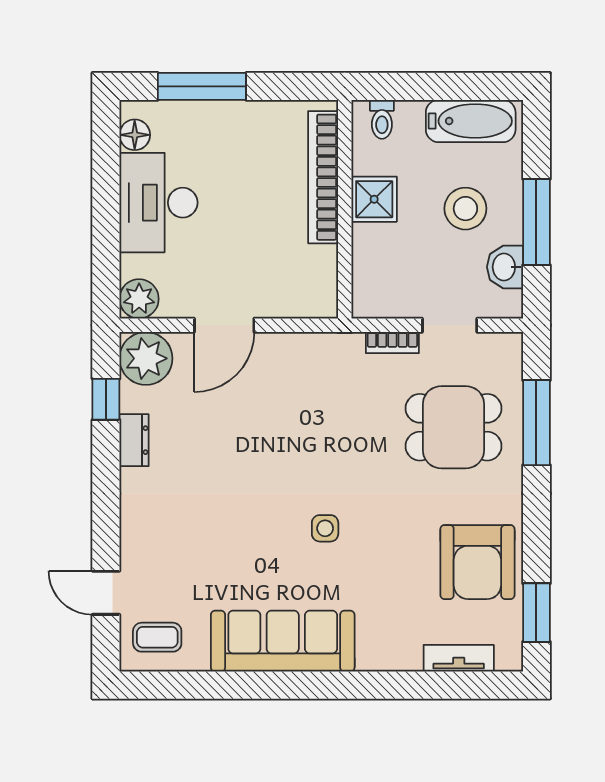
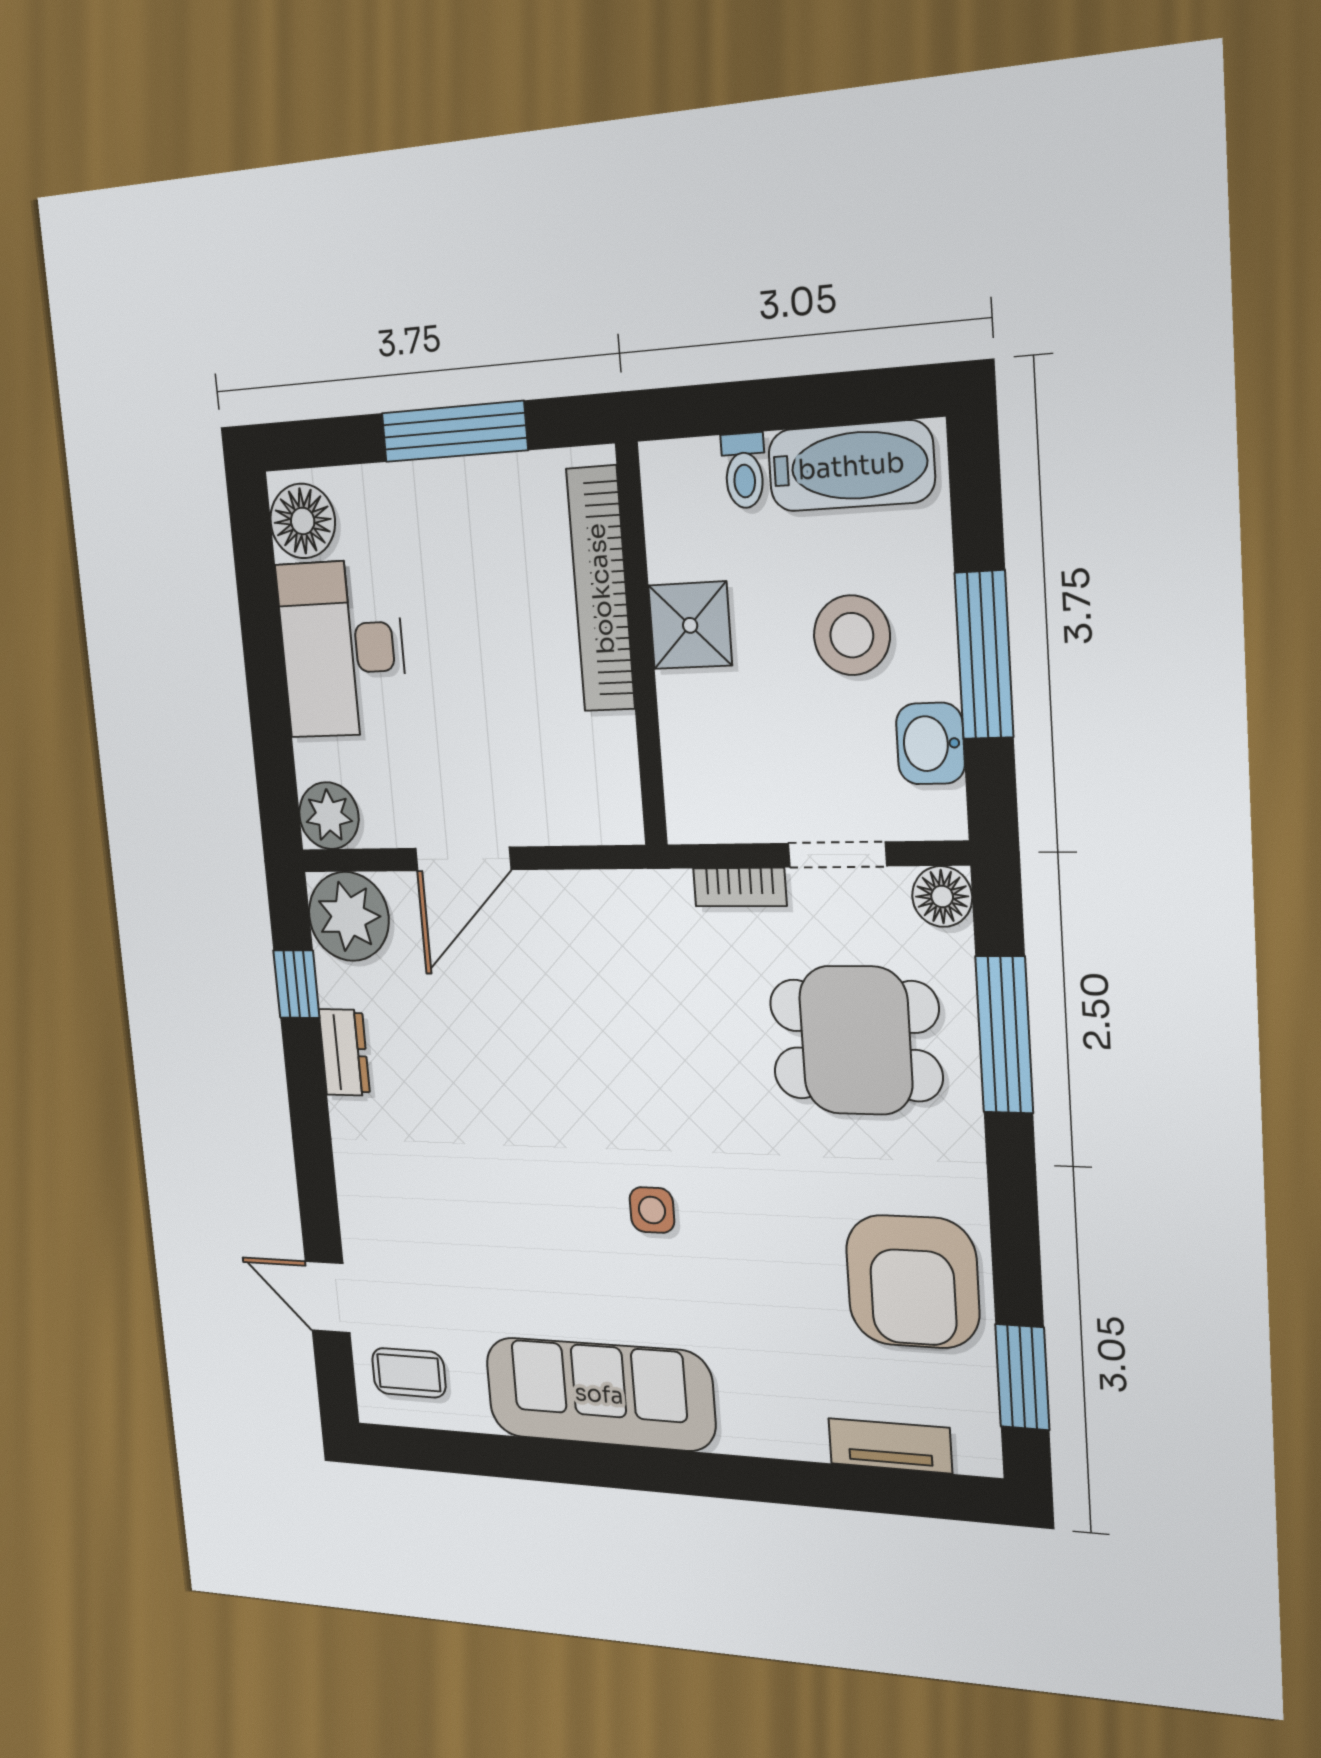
window: (202, 86) -> (454, 432), moved
toilet: (382, 119) -> (744, 471), moved
floor lamp: (135, 135) -> (303, 521), width x1.38, depth x1.38
floor lamp: (507, 348) -> (942, 896), added

